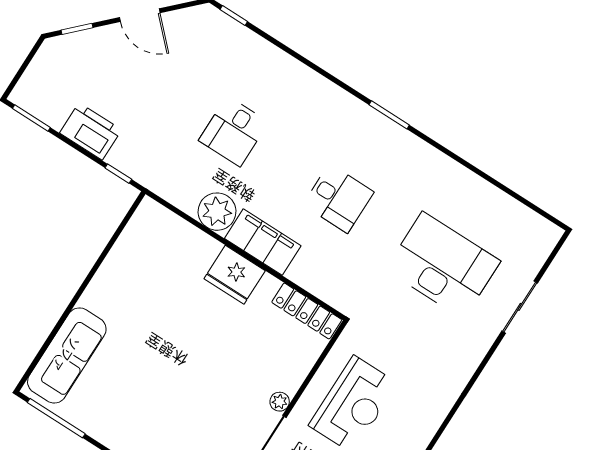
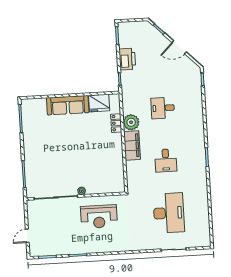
door: (140, 15) -> (179, 47), hinge flipped
fridge: (235, 275) -> (99, 103), moved, turned -90
locker: (307, 311) -> (116, 123), moved, width x0.66
sofa: (67, 355) -> (68, 105), moved

